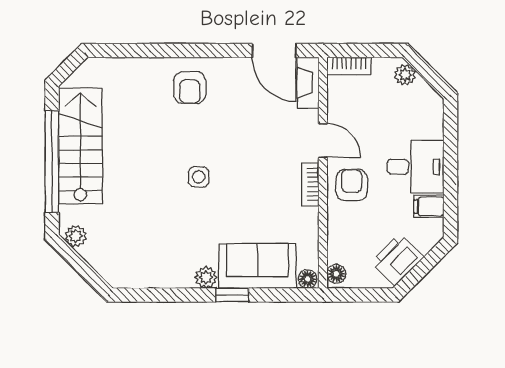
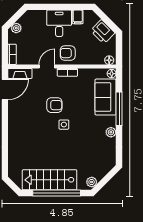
armchair: (190, 88) -> (54, 105), moved
plant: (206, 277) -> (111, 132), moved
window: (232, 295) -> (119, 109), width x2.17

